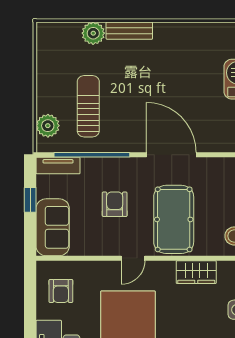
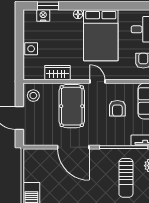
armchair: (115, 204) -> (117, 108), moved
door: (133, 258) -> (98, 81), hinge flipped

